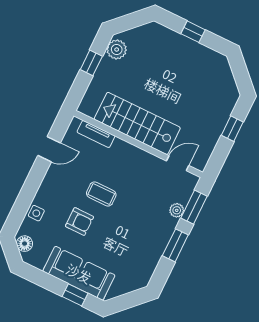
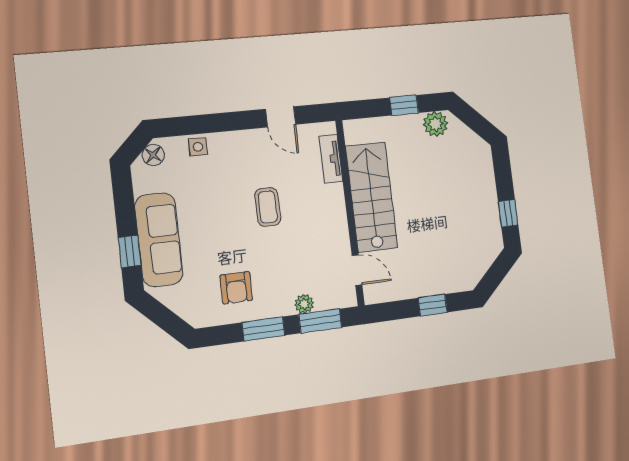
window: (193, 32) -> (508, 213), moved
armchair: (79, 222) -> (236, 288), moved

